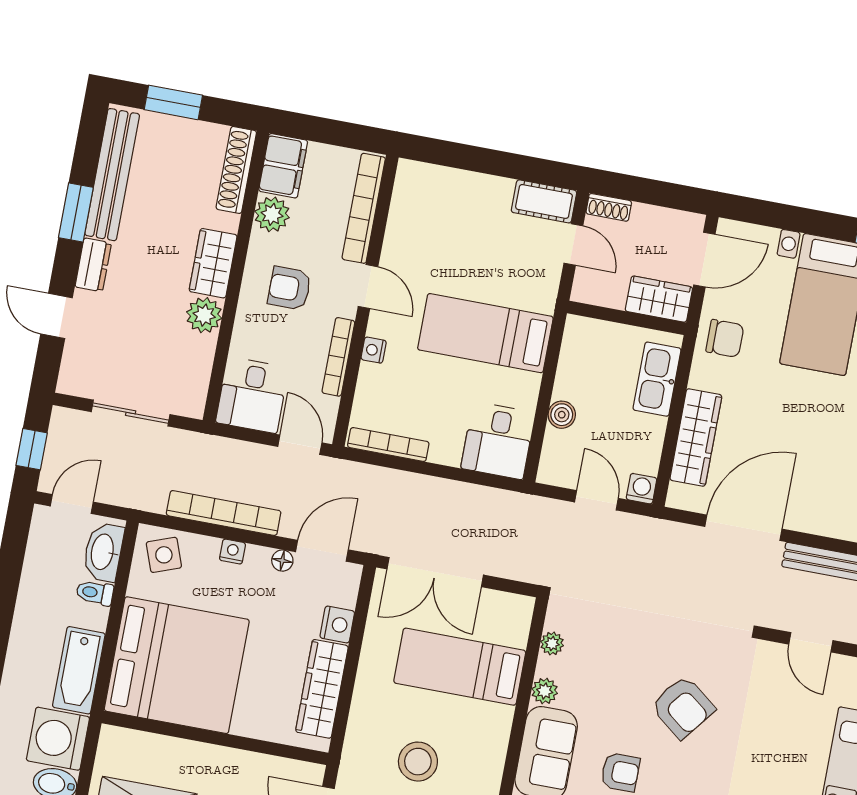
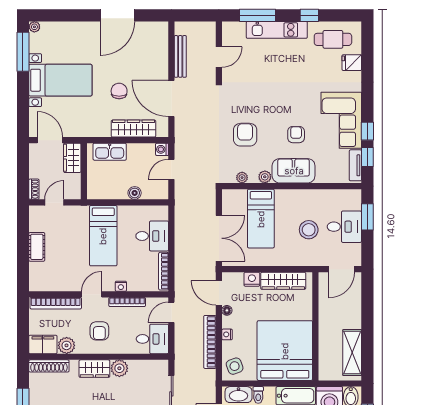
cot: (544, 201) -> (37, 247), moved
chair: (725, 338) -> (119, 91), moved
desk: (498, 441) -> (152, 236), moved
armchair: (683, 707) -> (245, 135), moved, turned -38

